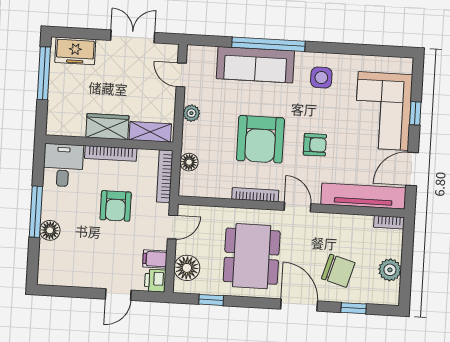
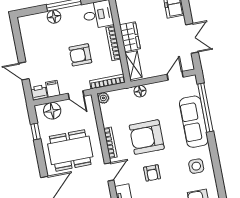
window: (268, 44) -> (205, 108), moved
plant: (191, 113) -> (103, 98), moved
floor lamp: (189, 162) -> (140, 91), moved

